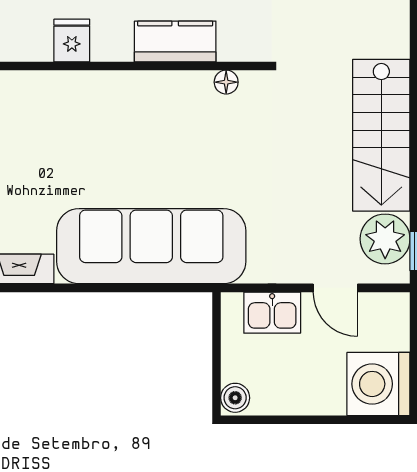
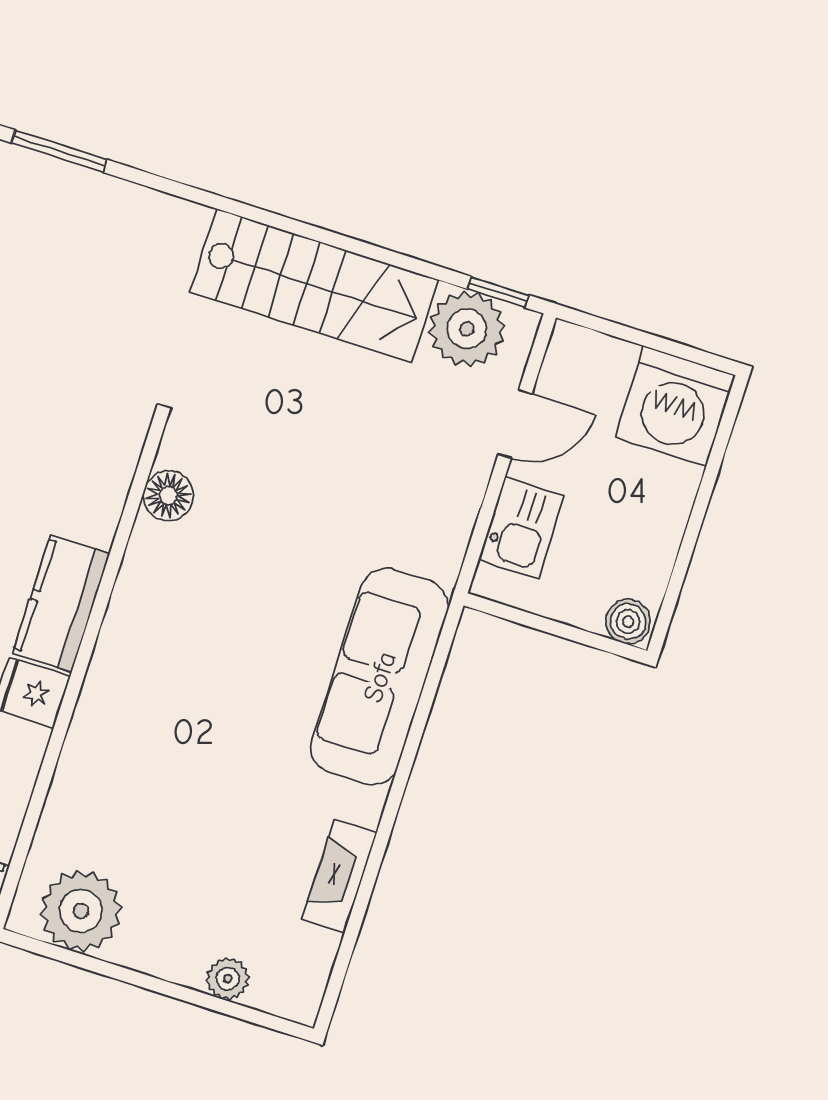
kitchen counter: (175, 41) -> (61, 603), moved
floor lamp: (226, 82) -> (168, 496), width x1.37, depth x1.37
sofa: (151, 246) -> (380, 677), width x0.74, depth x0.79

